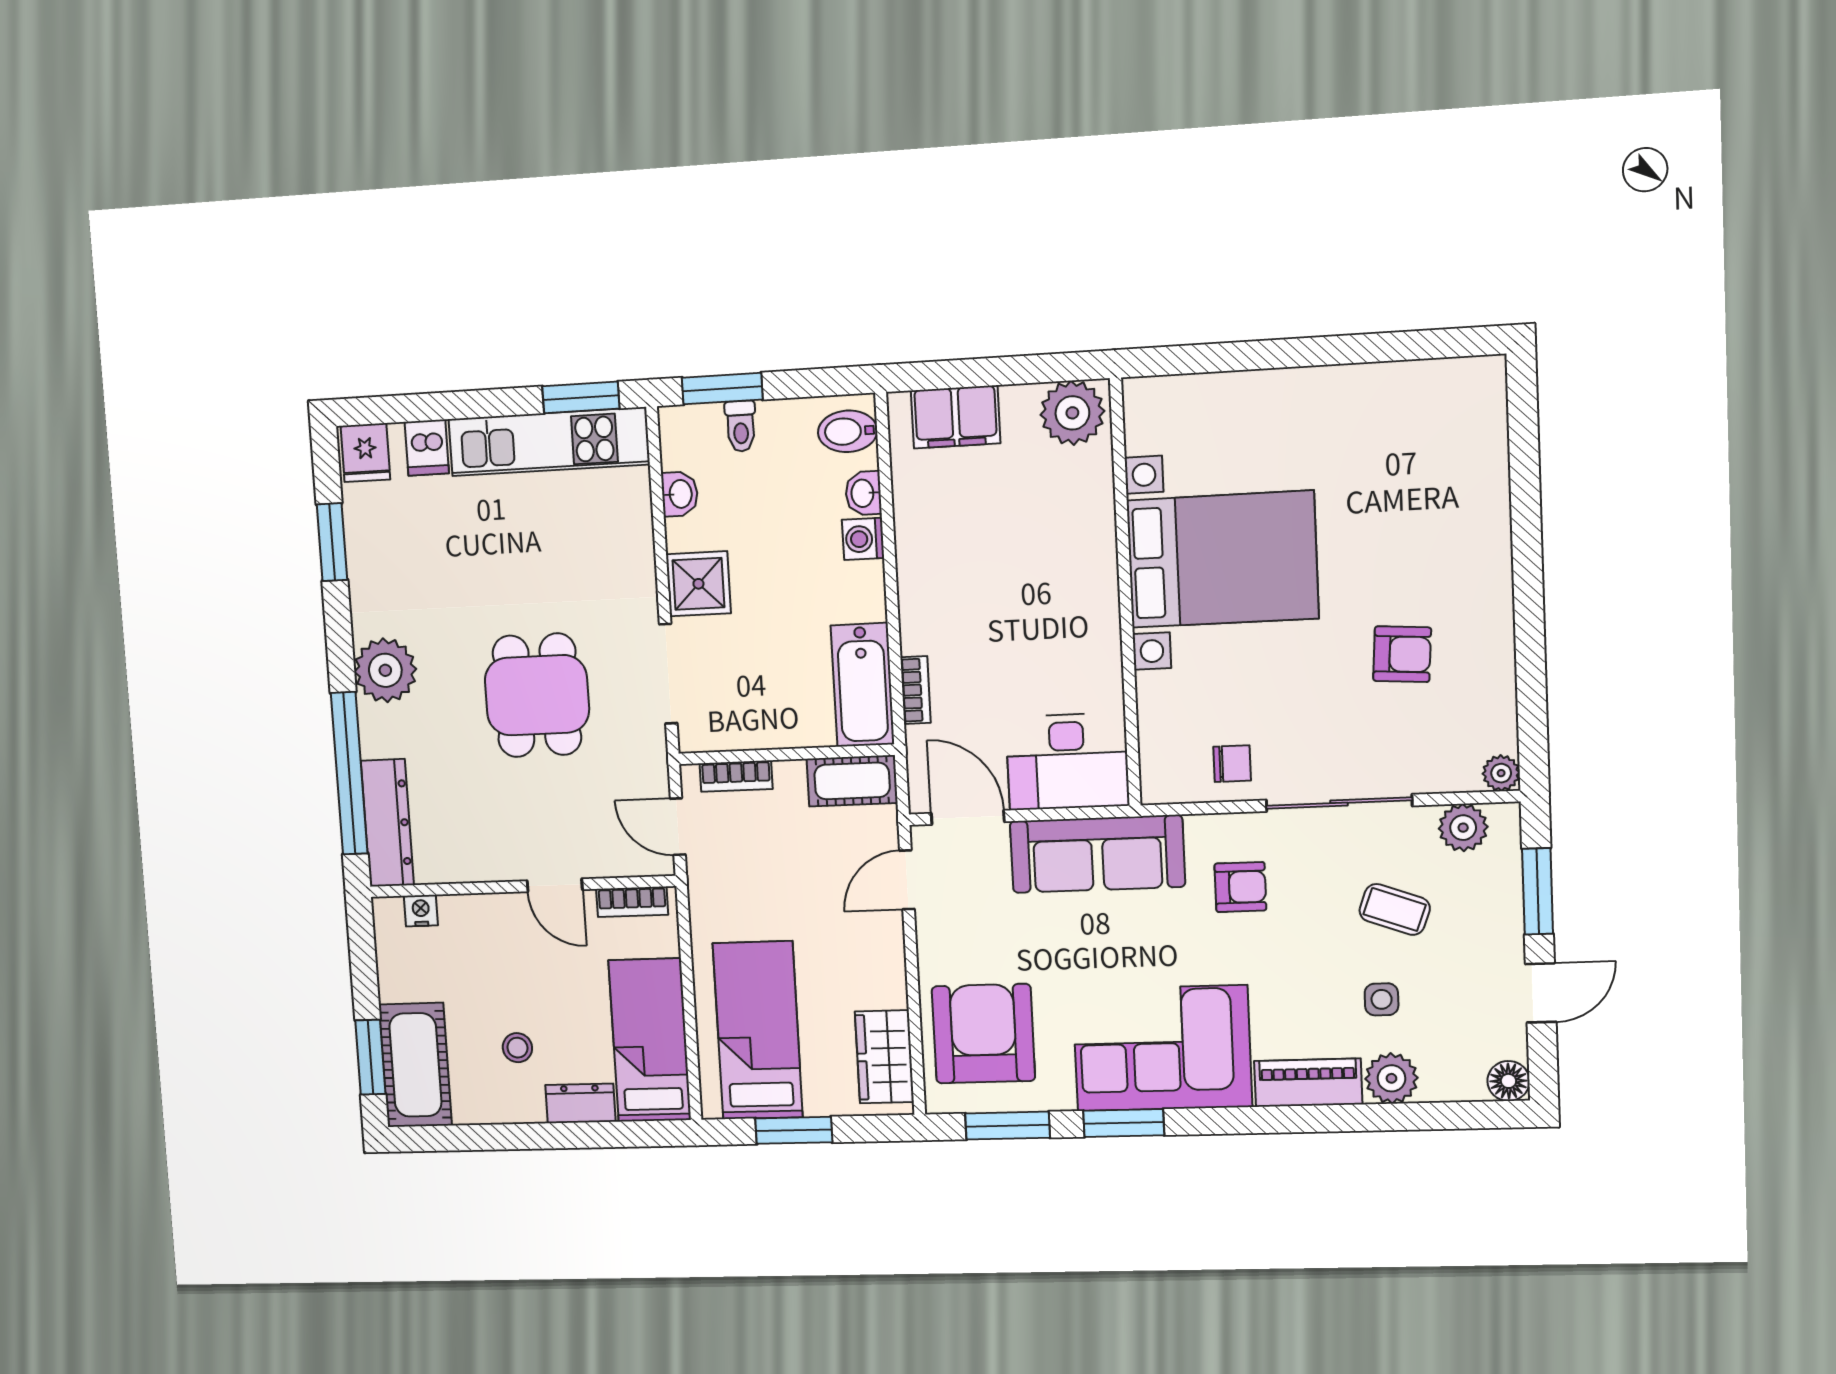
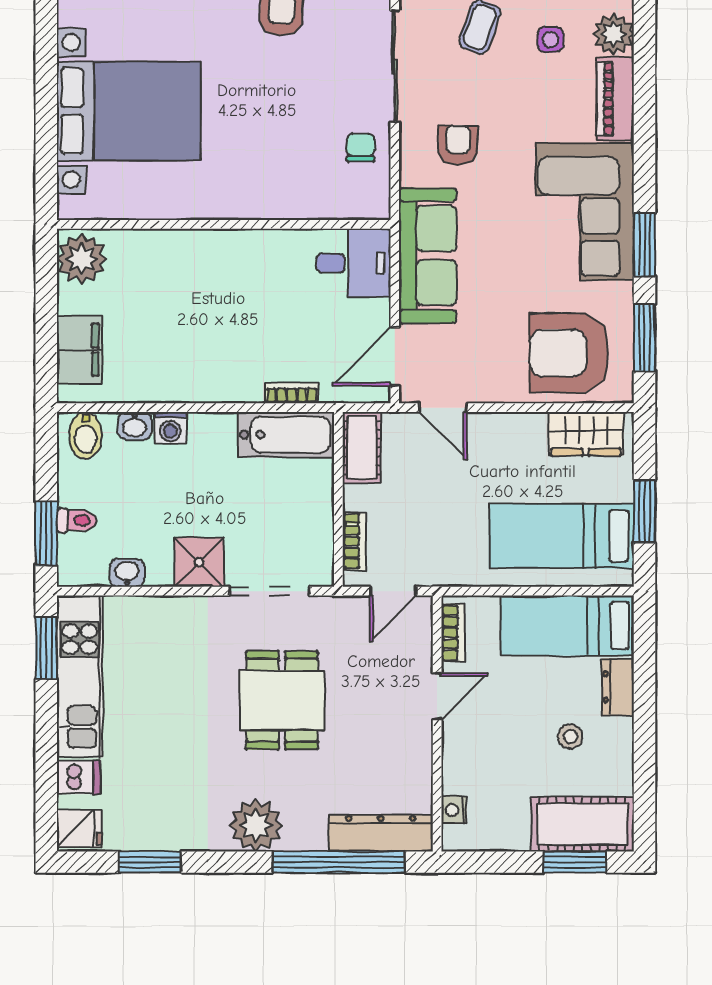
bed with nightstands: (1222, 559) -> (129, 111), moved, turned 90
dining table: (537, 695) -> (282, 700), turned 90
desk: (1067, 761) -> (354, 263), width x0.73

